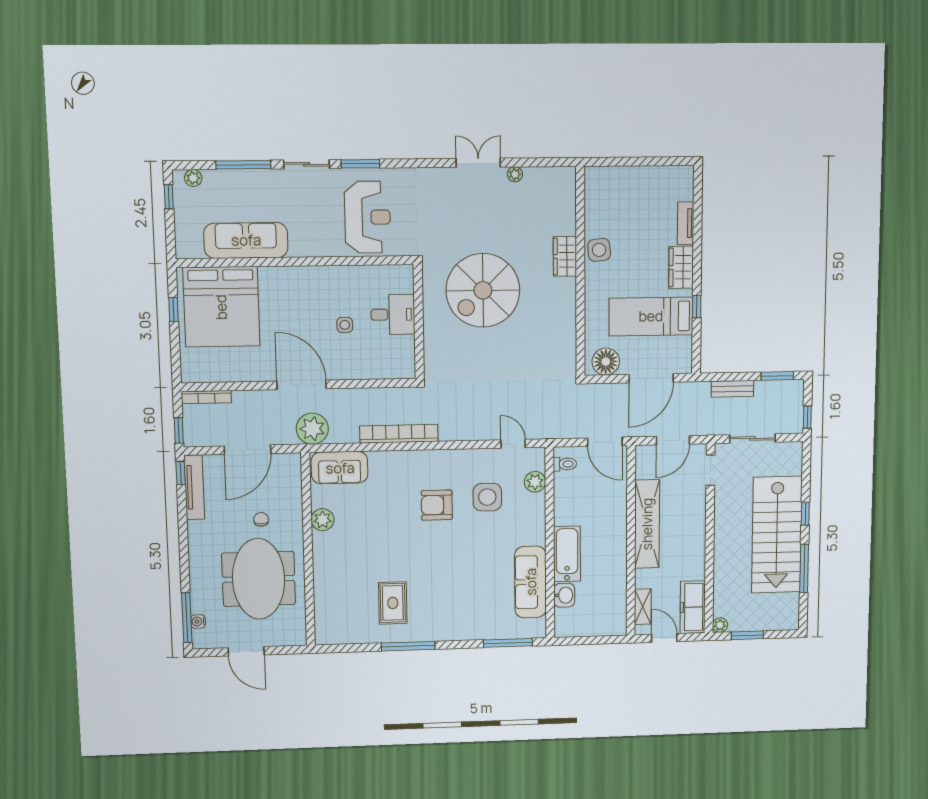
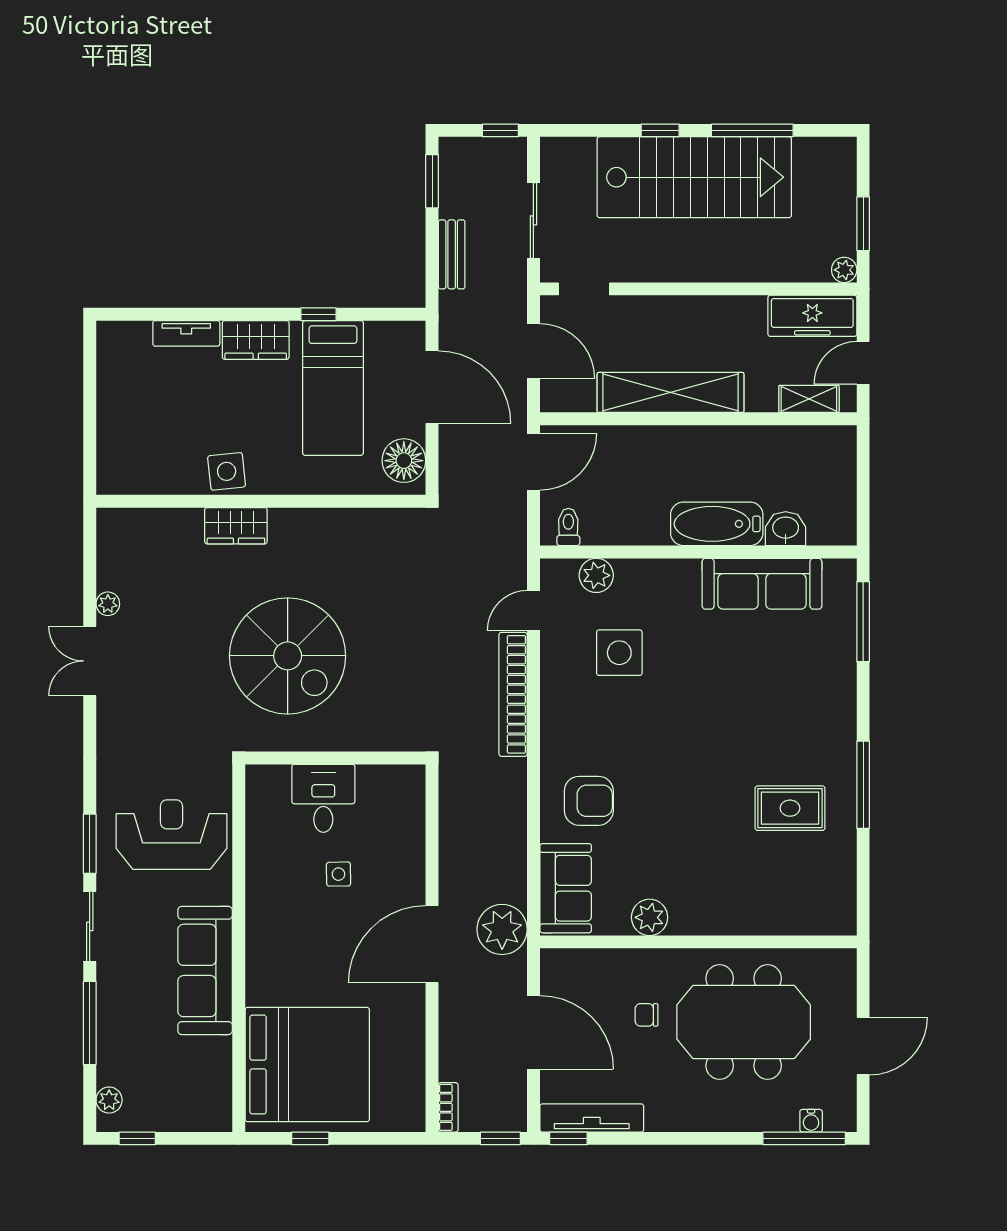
sofa: (246, 240) -> (205, 970), moved
bookcase: (206, 397) -> (448, 1107), width x0.64
bookcase: (399, 434) -> (513, 694), moved
armchair: (437, 505) -> (589, 801), moved, turned -90

